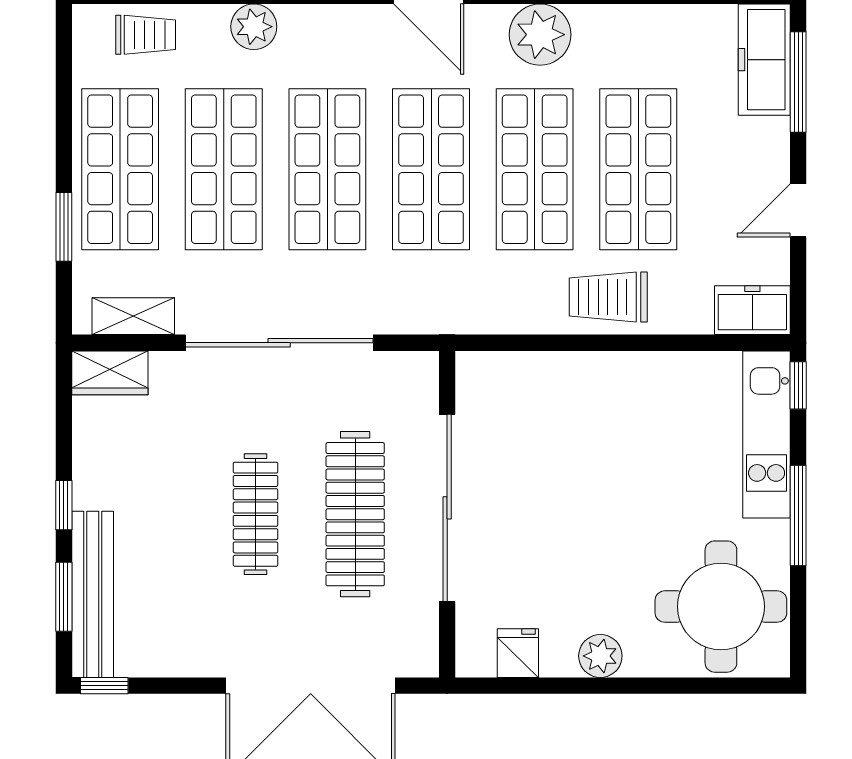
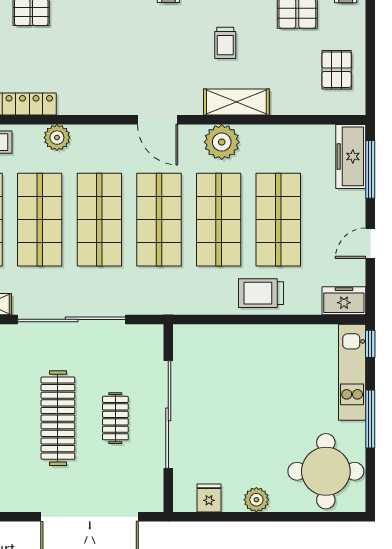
clothes rail: (256, 514) -> (58, 418), width x1.37, depth x1.31
clothes rail: (355, 514) -> (115, 418), width x0.54, depth x0.76

